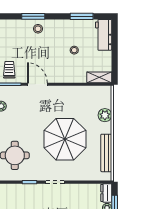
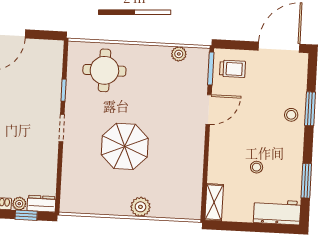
plant: (105, 115) -> (140, 207), moved
parasol: (65, 139) -> (125, 146), width x0.73, depth x0.73
bench: (106, 153) -> (101, 207), removed

